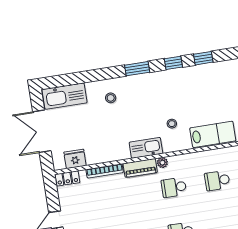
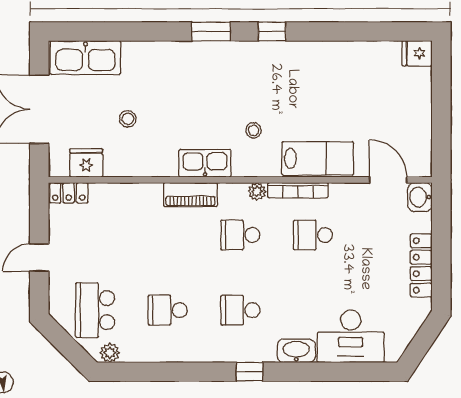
window: (203, 58) -> (322, 31), removed
stool: (111, 98) -> (128, 119), moved
plant: (162, 163) -> (257, 191), moved
bookcase: (105, 171) -> (298, 190), moved

